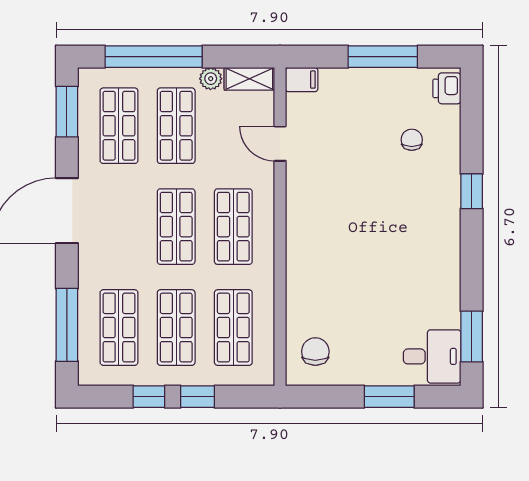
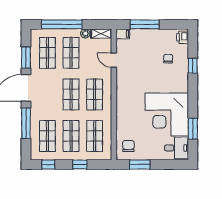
window: (383, 57) -> (145, 24), moved
window: (67, 112) -> (26, 57), moved
window: (472, 191) -> (193, 66), moved
corner desk: (408, 275) -> (167, 114), added
window: (67, 325) -> (26, 123), moved
window: (472, 337) -> (193, 129), moved
window: (149, 397) -> (48, 165), moved
window: (389, 397) -> (140, 165), moved

